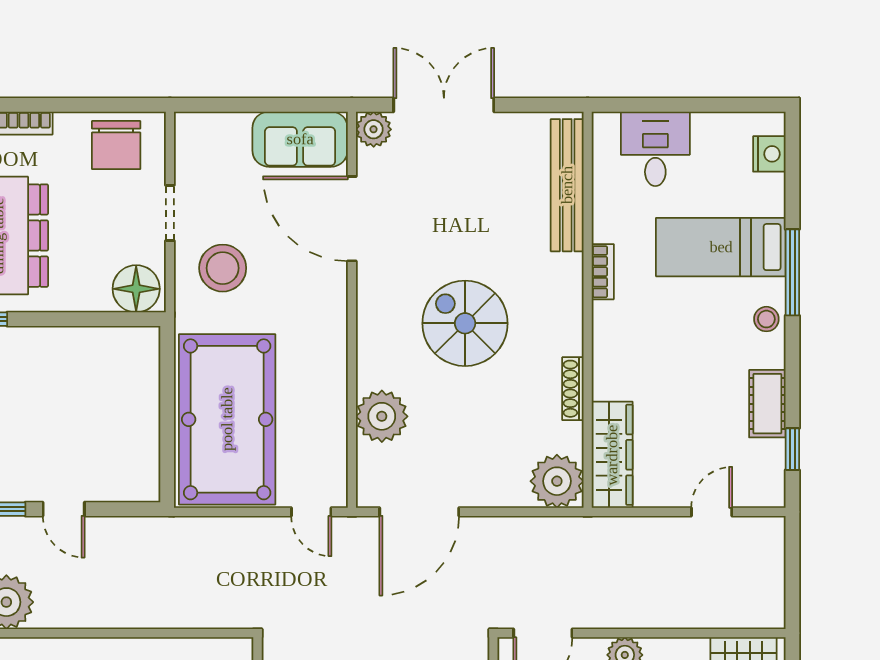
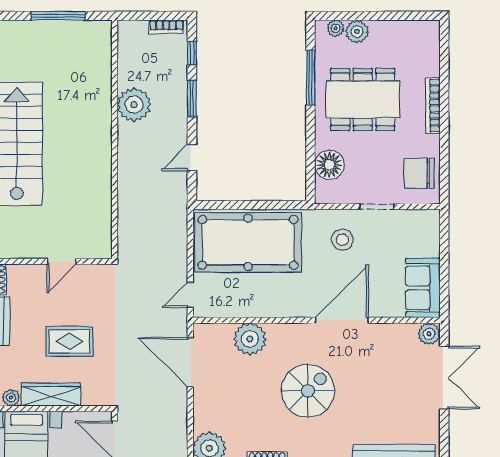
door: (352, 219) -> (342, 320), moved
stool: (223, 268) -> (342, 240), width x0.73, depth x0.73
floor lamp: (136, 289) -> (329, 165), moved
door: (64, 509) -> (192, 158), moved

